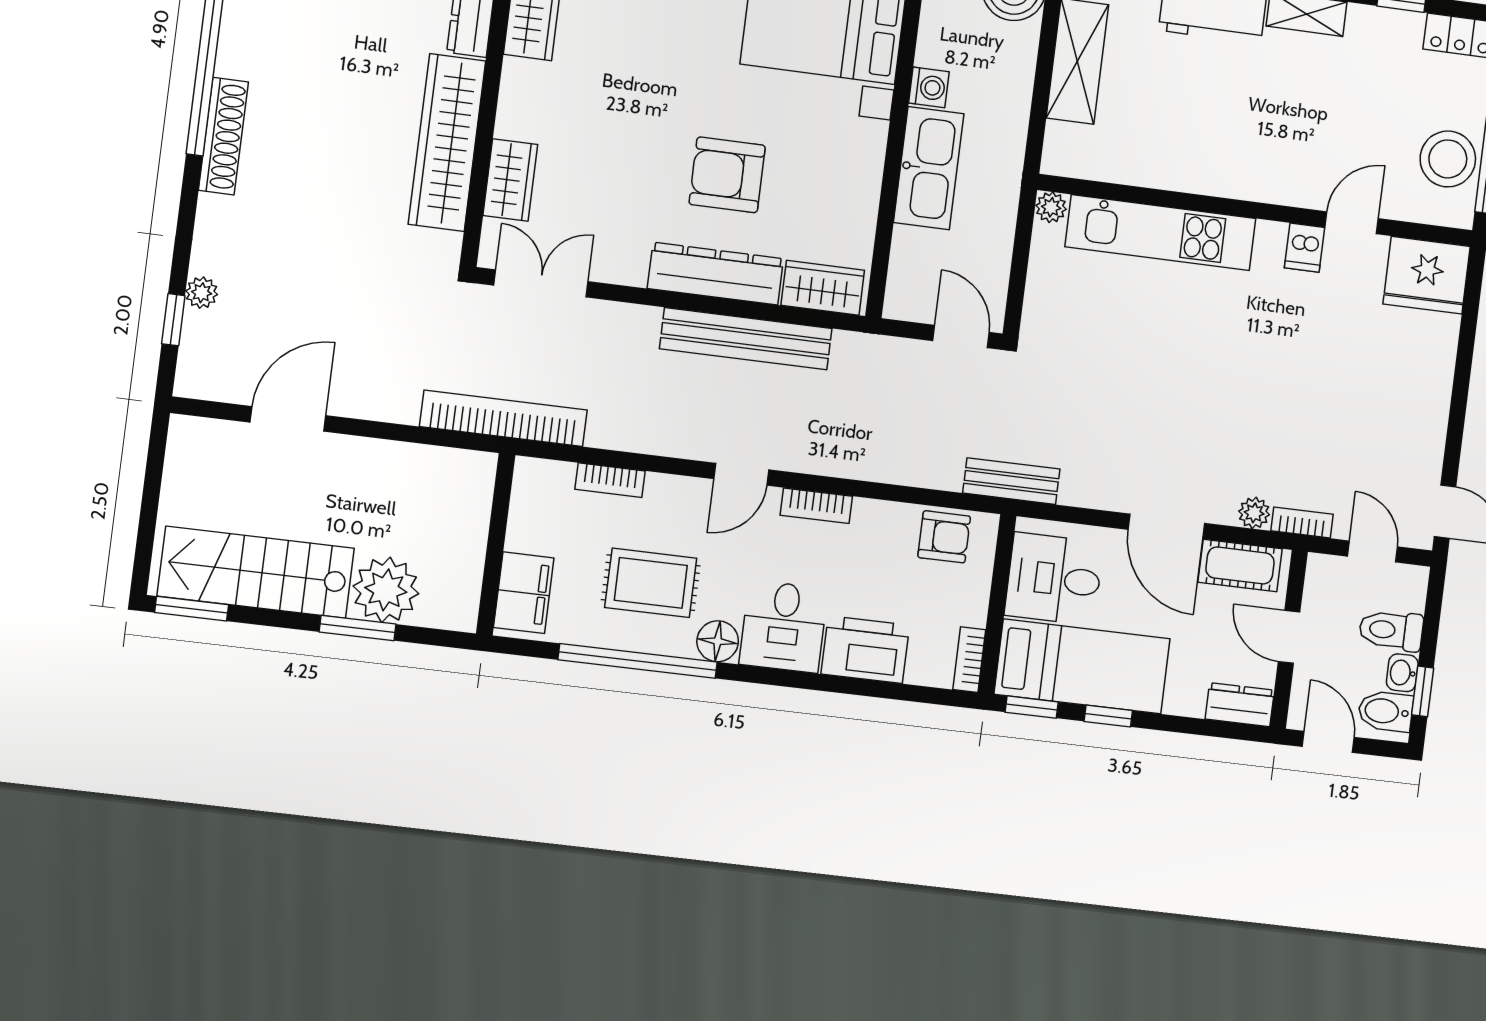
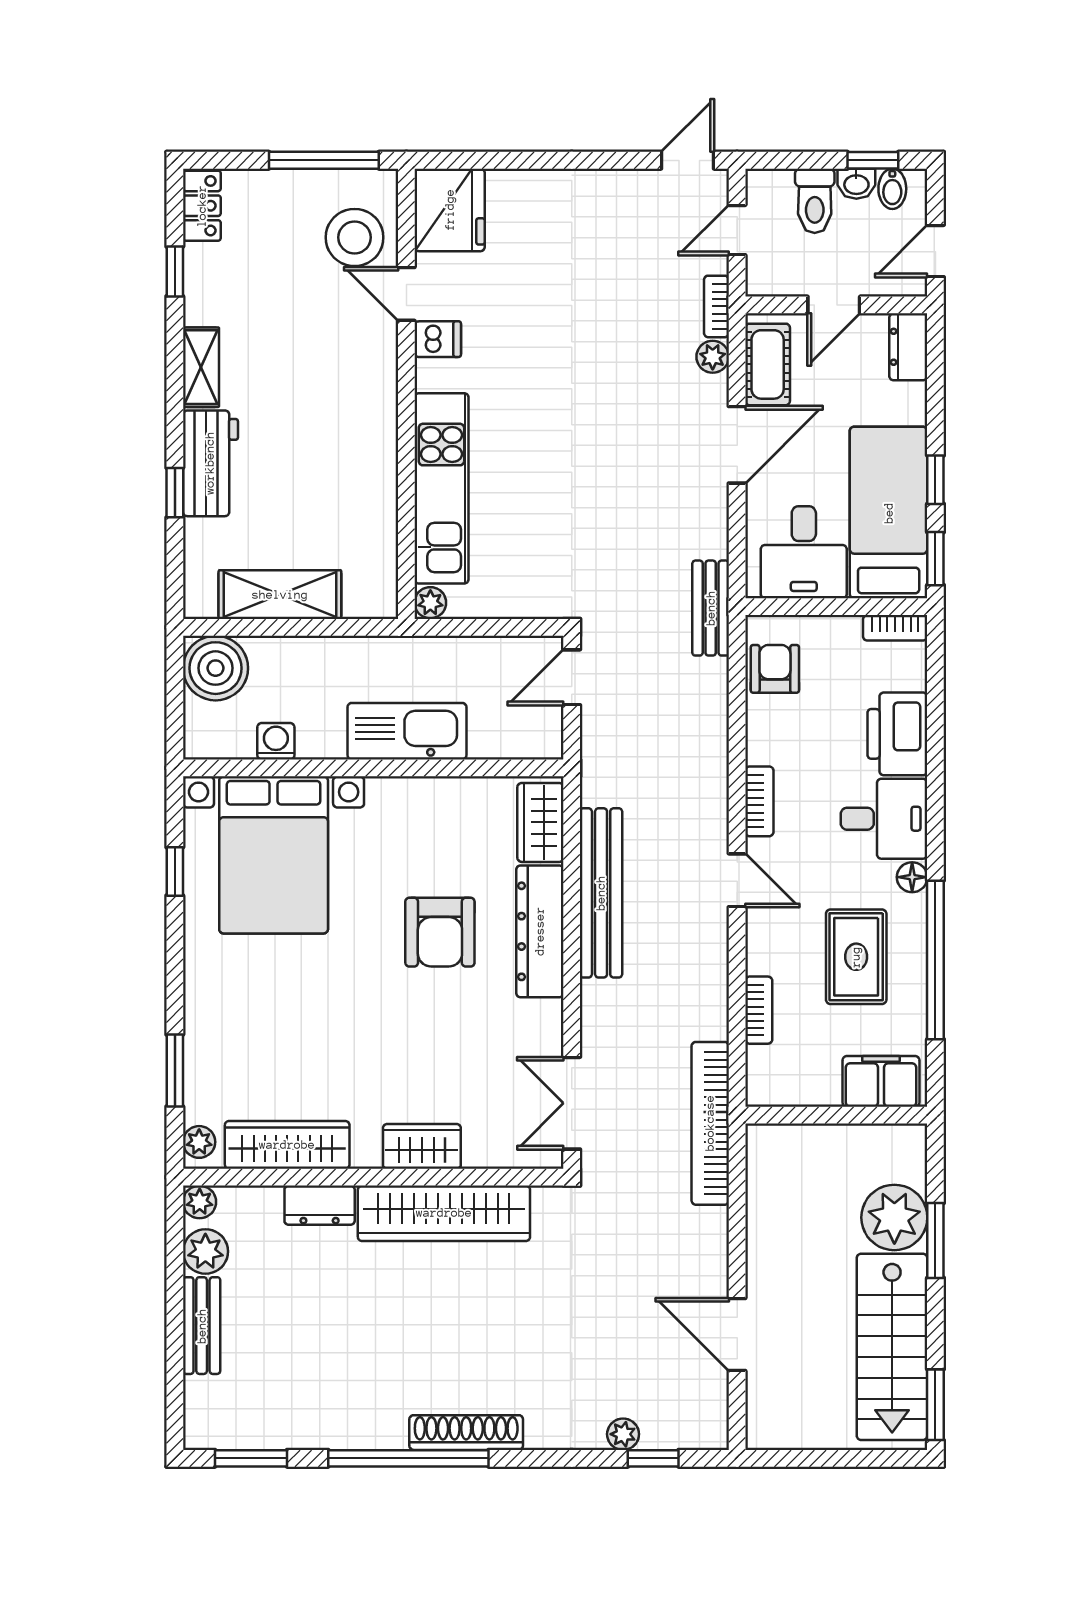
washing machine: (929, 87) -> (276, 741), moved
stool: (1448, 159) -> (355, 237), moved
wardrobe: (510, 180) -> (422, 1146), moved
floor lamp: (718, 641) -> (912, 877), width x0.73, depth x0.73
bidet: (1385, 711) -> (892, 189), width x0.72, depth x0.74

